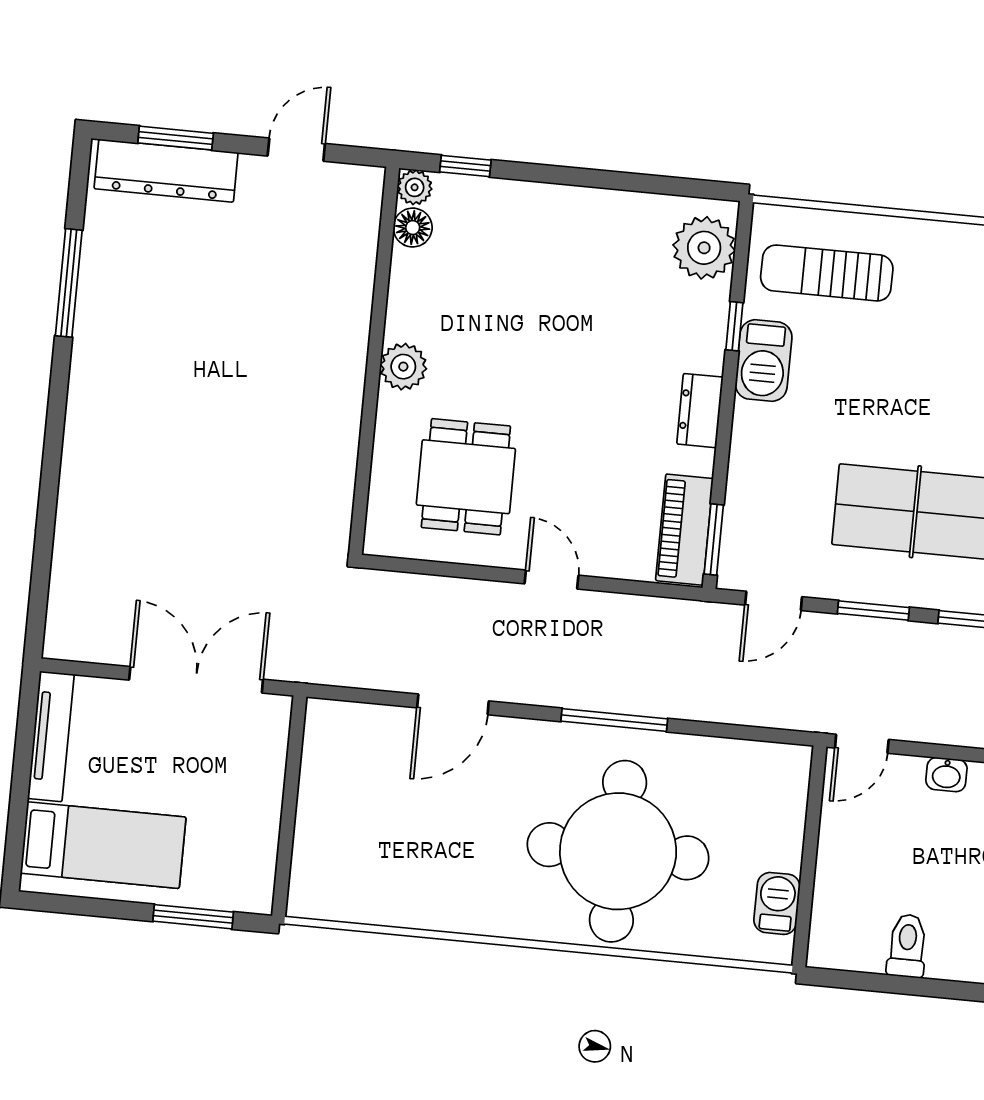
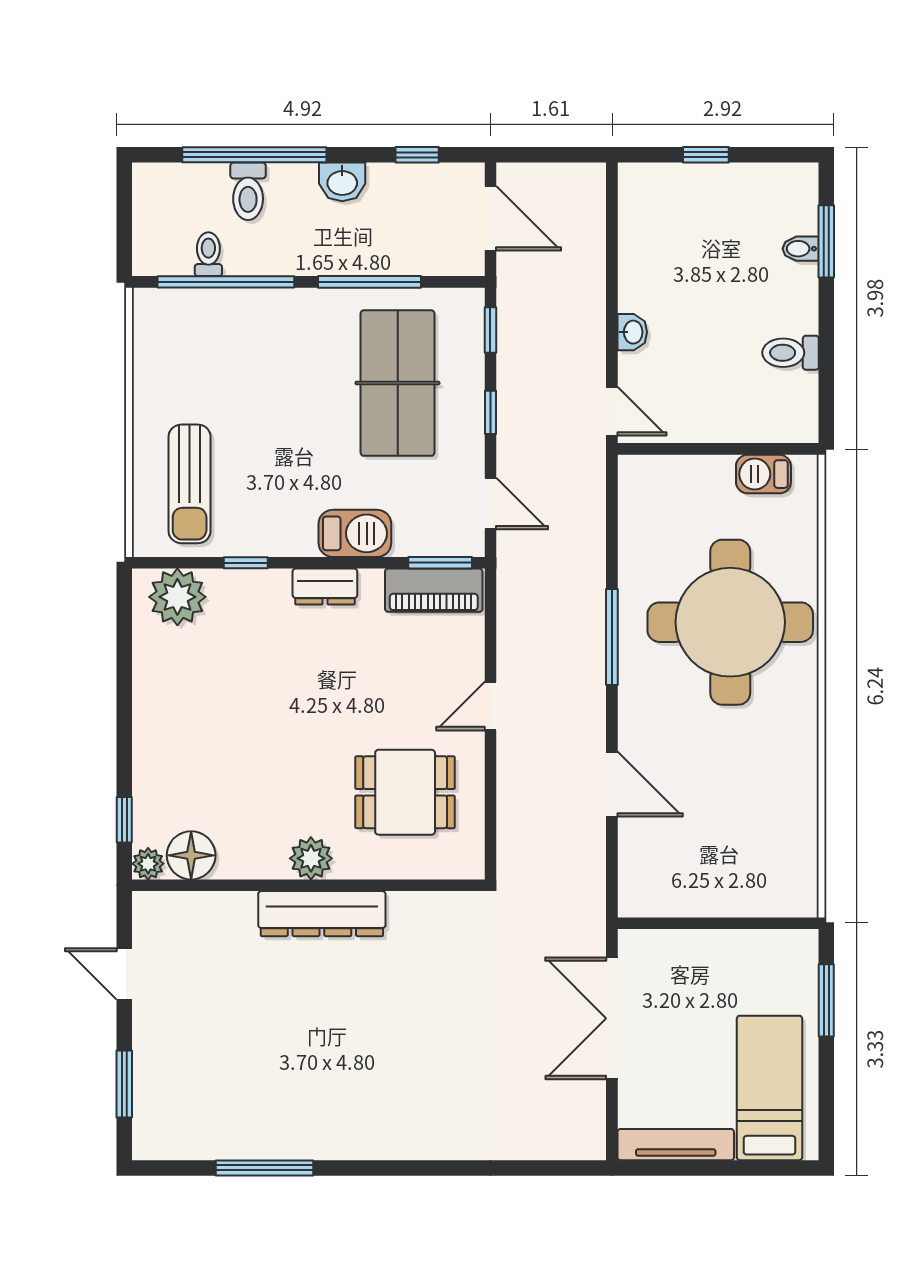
dresser: (166, 171) -> (322, 914), moved, turned 90
floor lamp: (413, 228) -> (191, 855), width x1.38, depth x1.38
barbecue: (764, 361) -> (355, 533), moved
window: (873, 611) -> (490, 412), width x0.67

